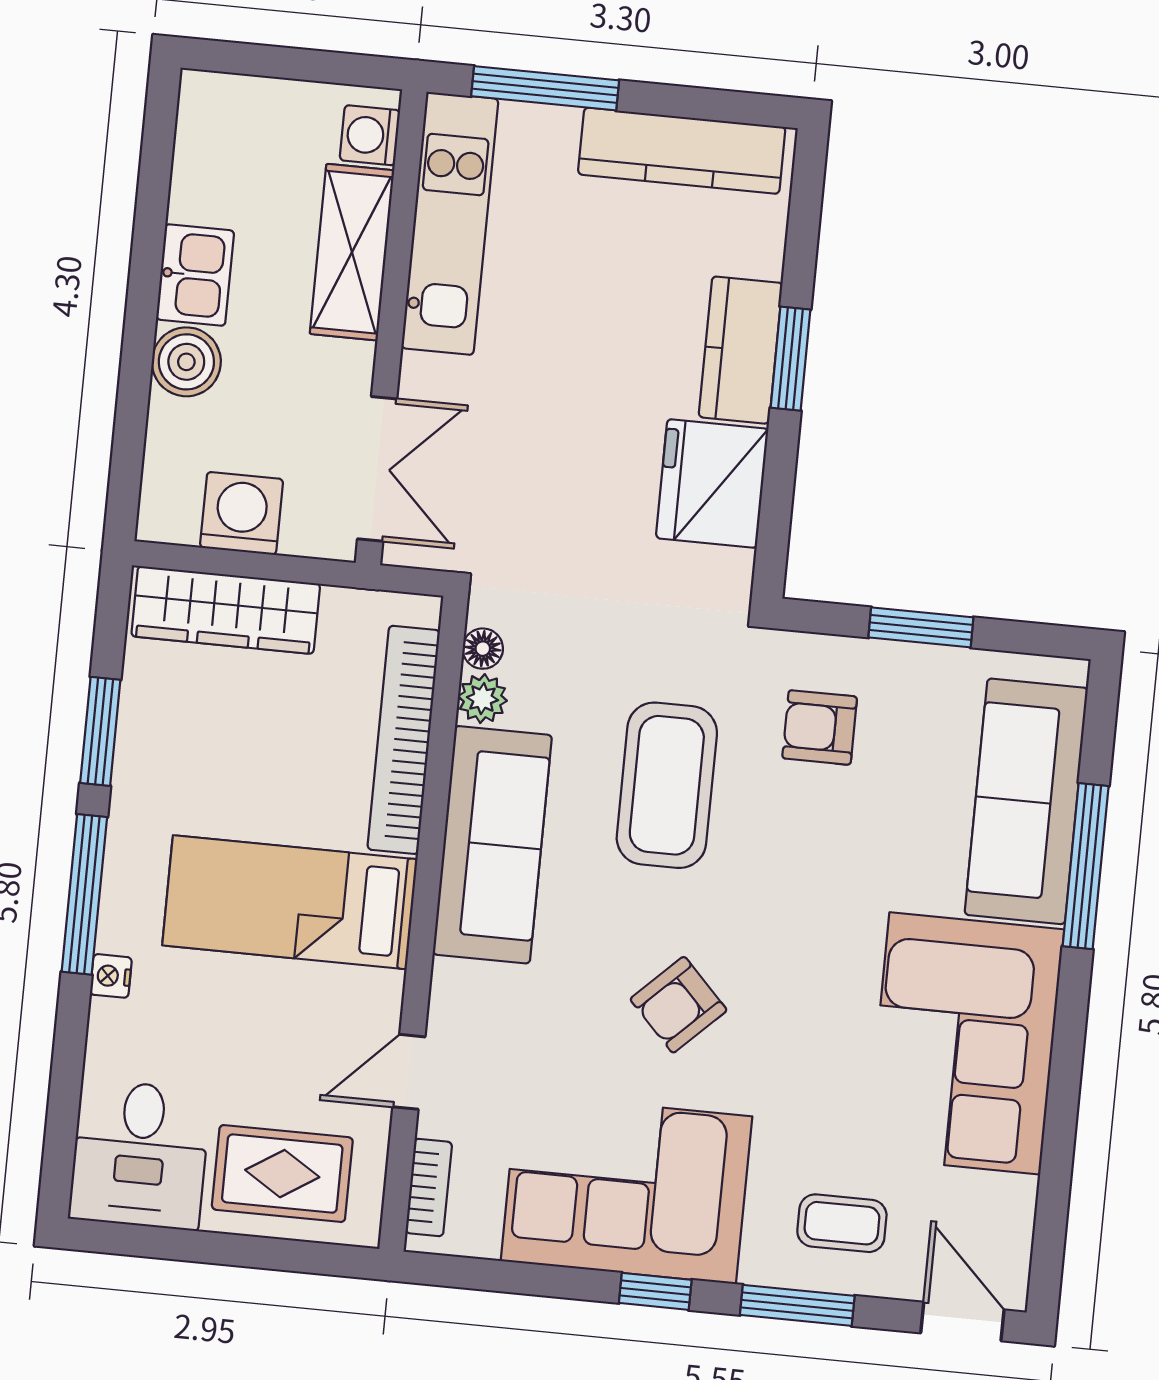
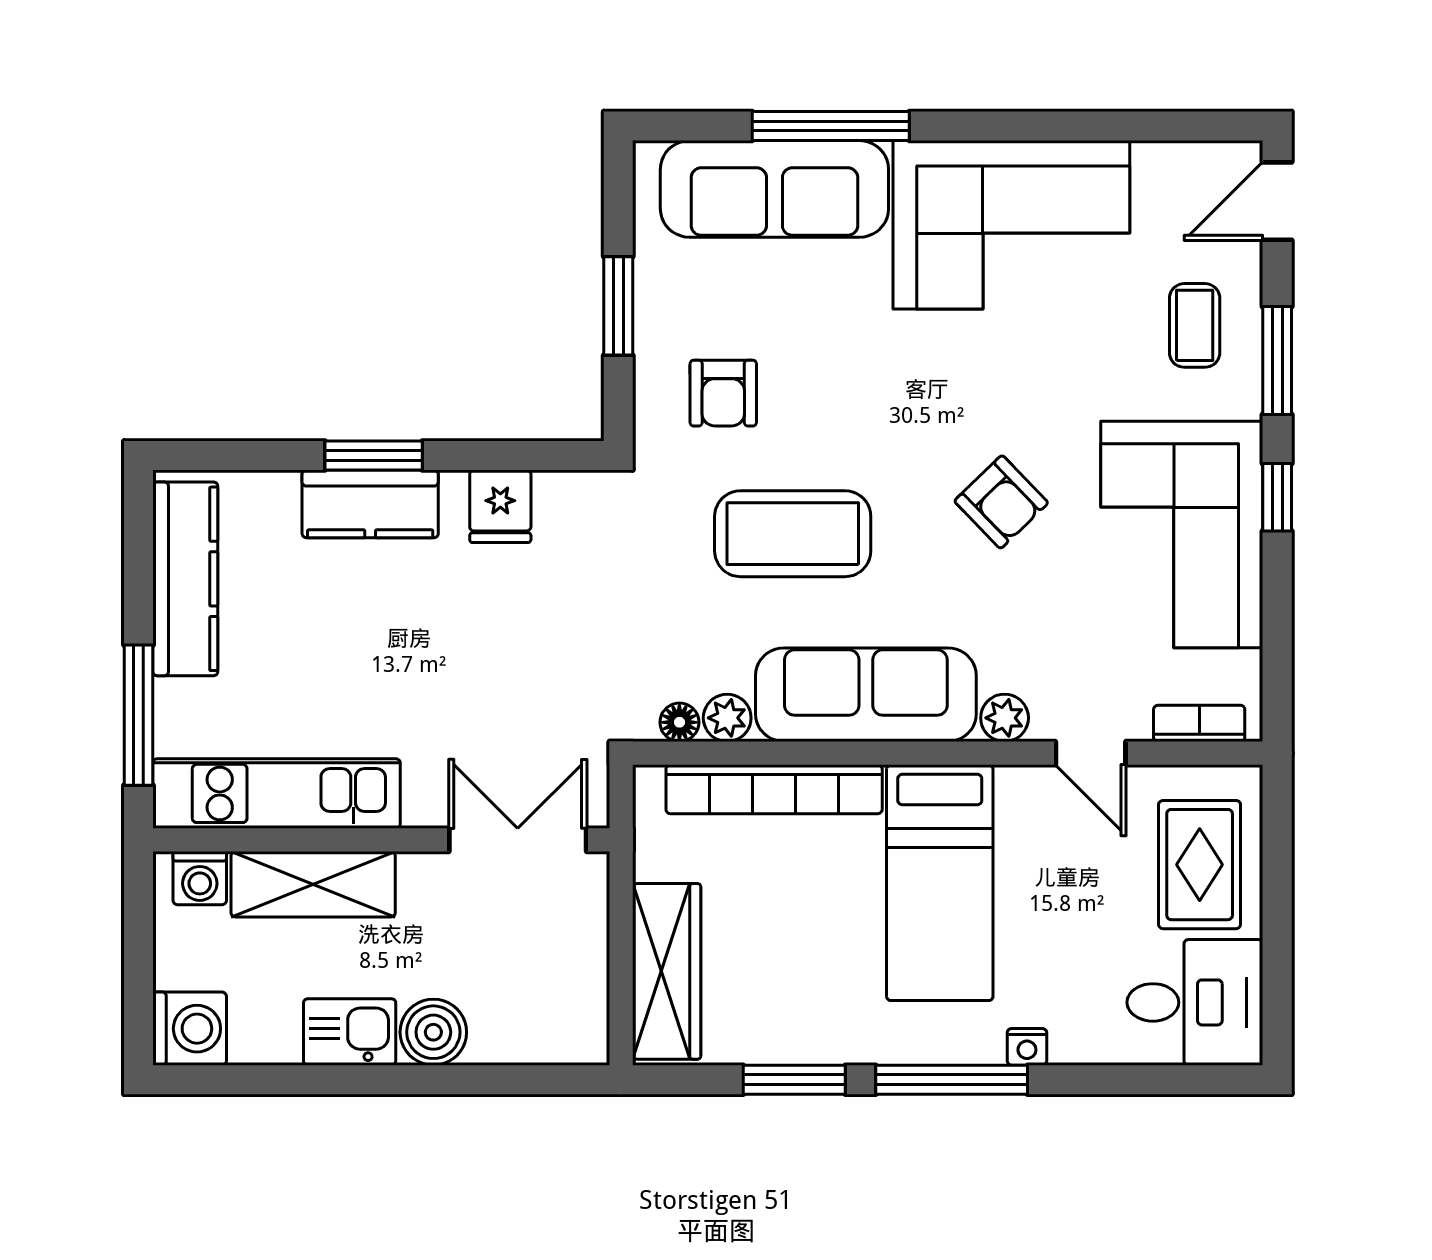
fridge: (712, 483) -> (500, 506), width x0.53, depth x0.75
washing machine: (242, 513) -> (190, 1029), moved, turned 180
plant: (454, 986) -> (1005, 718), added

